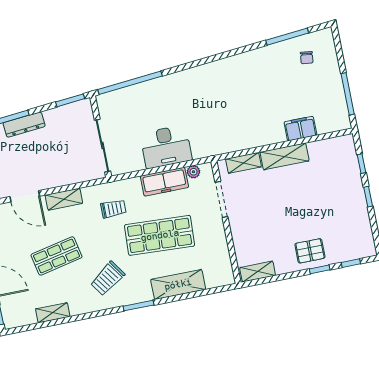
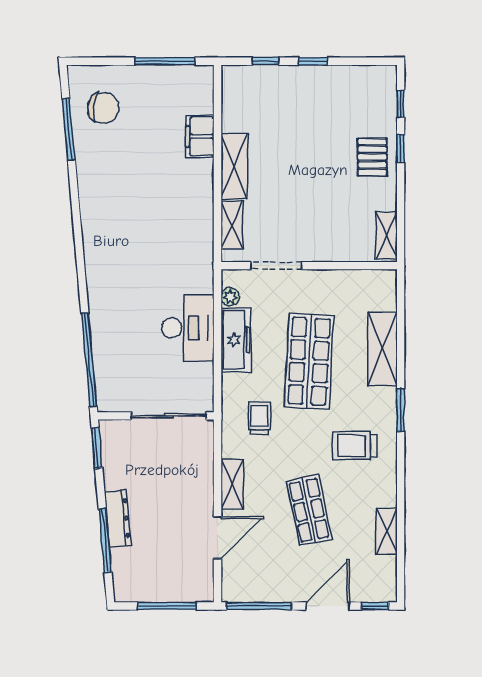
chair: (307, 58) -> (103, 108), width x1.87, depth x1.87
trolley: (108, 279) -> (355, 446), turned 125

